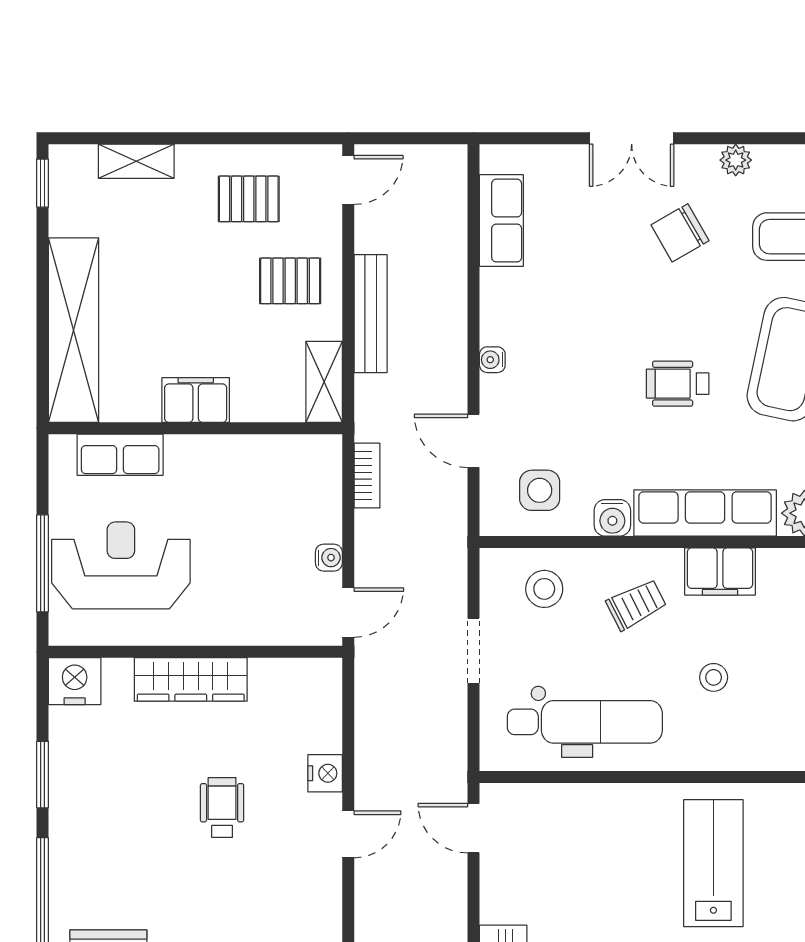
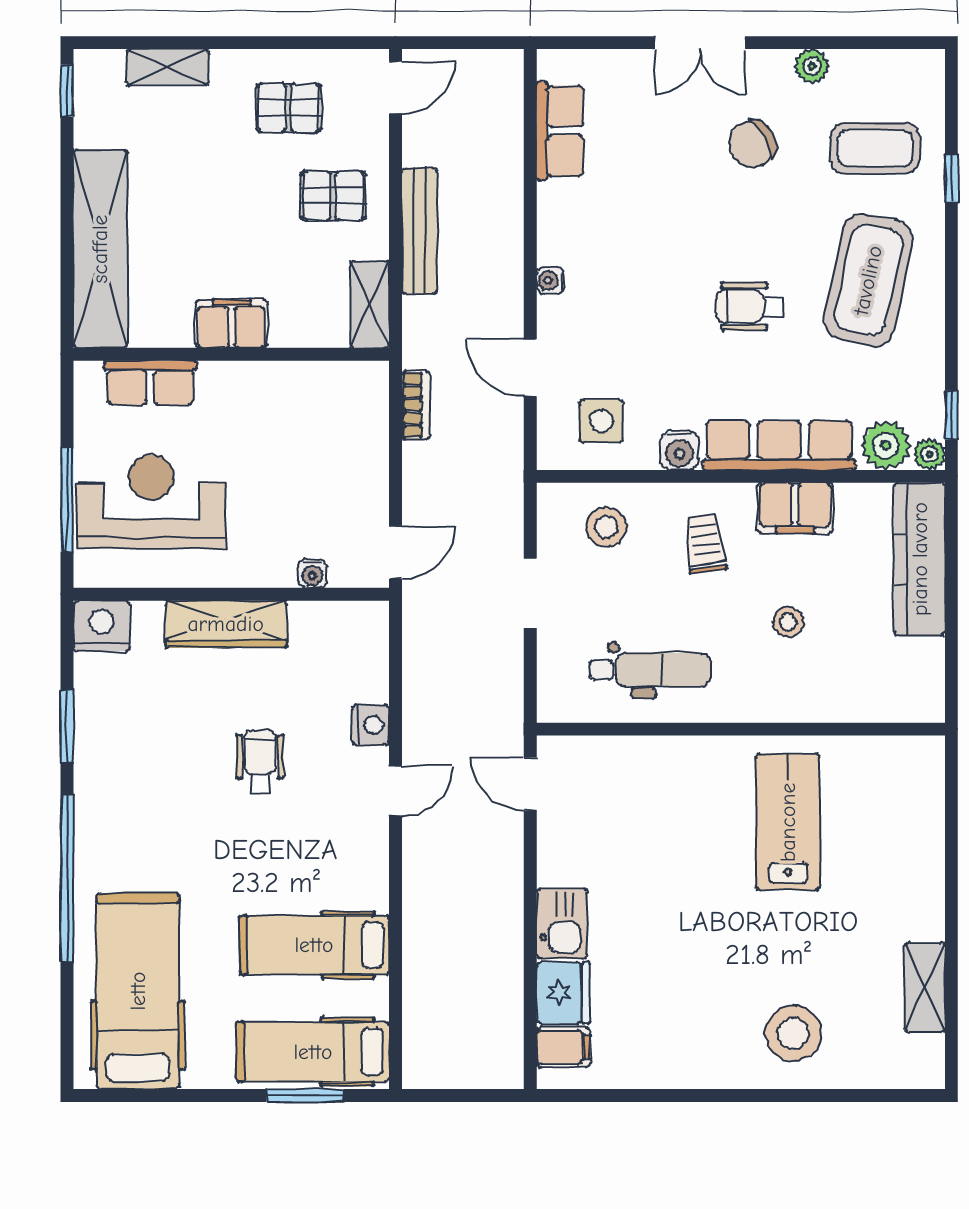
water cooler: (329, 558) -> (312, 574), moved, turned 90
trolley: (636, 604) -> (705, 544), turned -70
dental chair: (585, 722) -> (650, 670), width x0.73, depth x0.72

